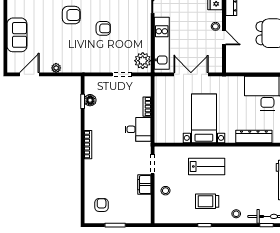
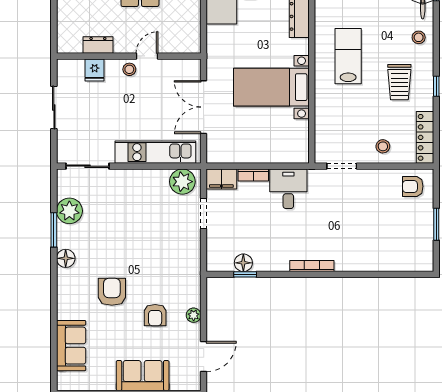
armchair: (103, 28) -> (155, 315), moved, turned 180
door: (29, 74) -> (204, 357), swing flipped
lab bench: (207, 166) -> (348, 56), moved
filing cabinet: (144, 185) -> (221, 179), moved
armchair: (102, 205) -> (413, 186), moved
locker: (171, 218) -> (425, 137), added

